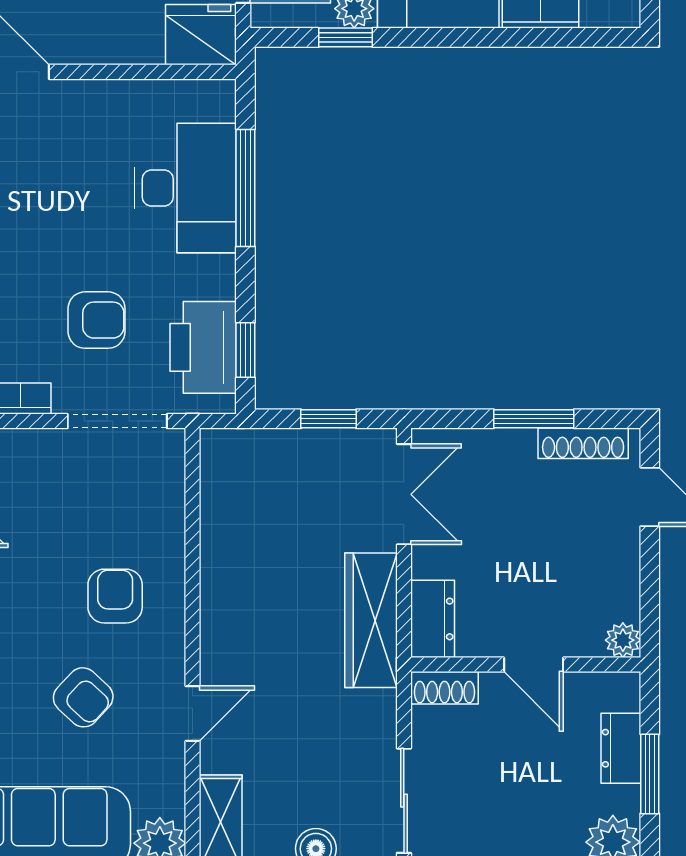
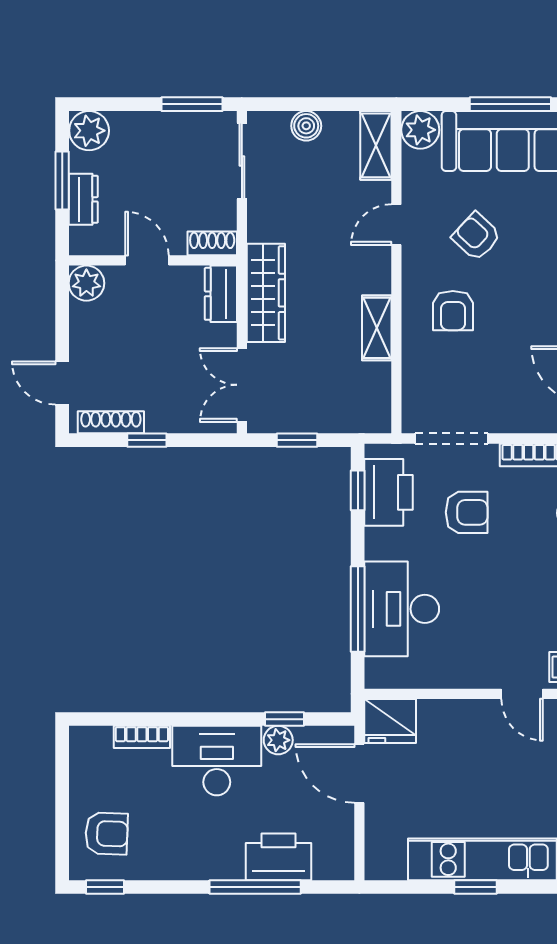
armchair: (97, 320) -> (467, 512), turned 180
window: (534, 419) -> (147, 440), width x0.67
shelving: (219, 572) -> (377, 328), added
plant: (623, 640) -> (86, 283), width x1.38, depth x1.38

